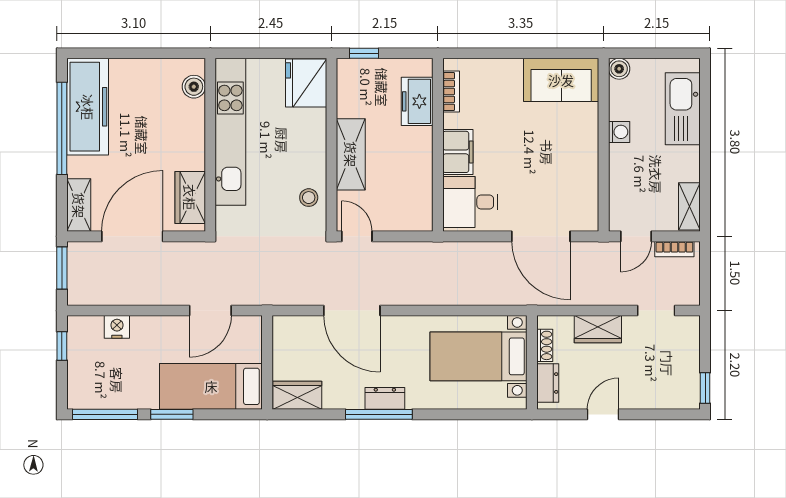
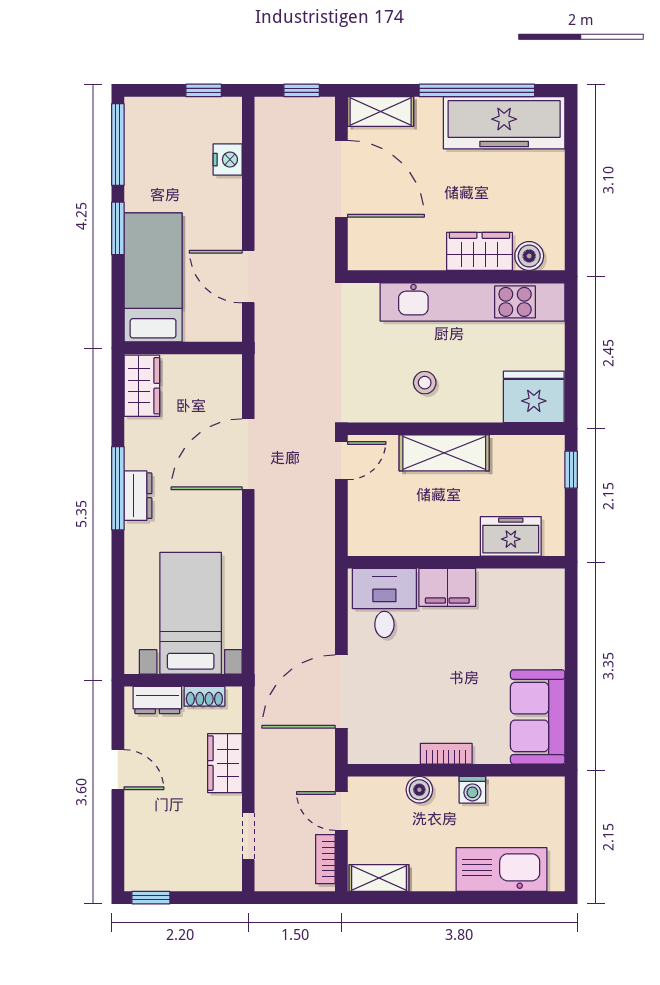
boiler: (619, 69) -> (419, 790), moved
bookcase: (451, 91) -> (446, 754), moved, turned 180
wardrobe: (190, 197) -> (479, 251), moved
stool: (309, 198) -> (425, 383), moved
window: (62, 268) -> (302, 90), width x0.67

